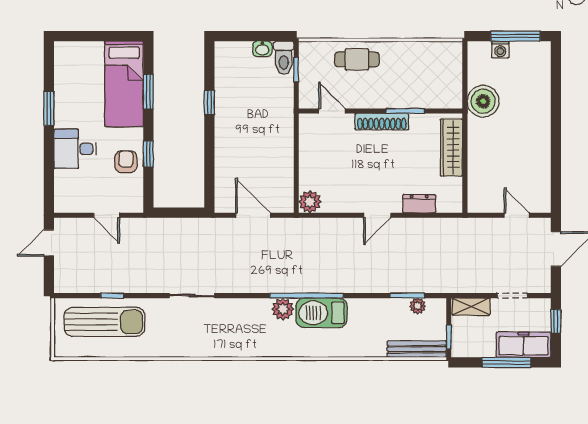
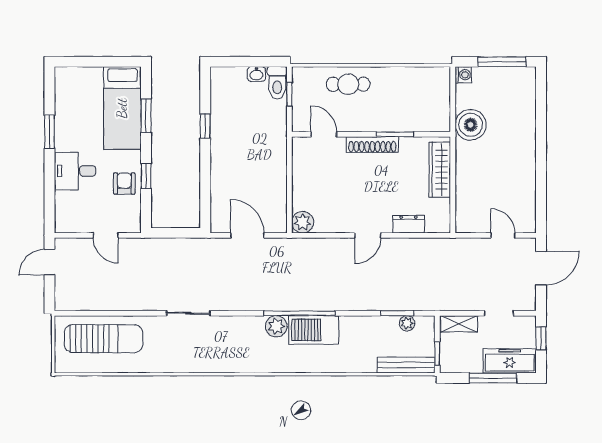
washing machine: (500, 50) -> (463, 75), moved, turned -90
window: (112, 296) -> (111, 313), removed

